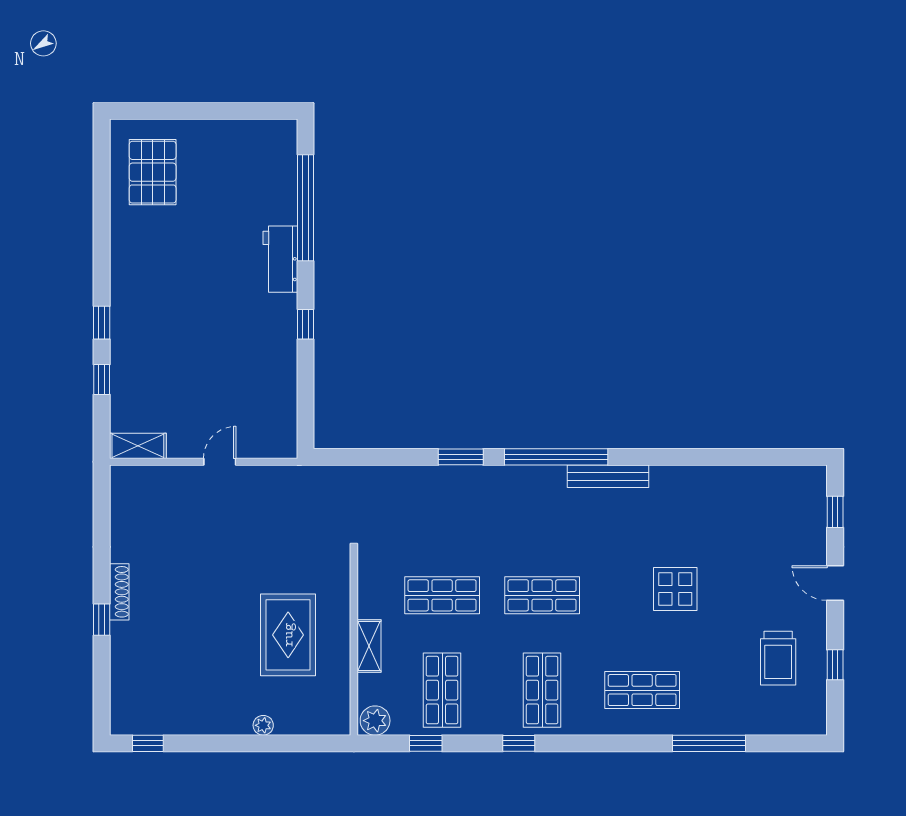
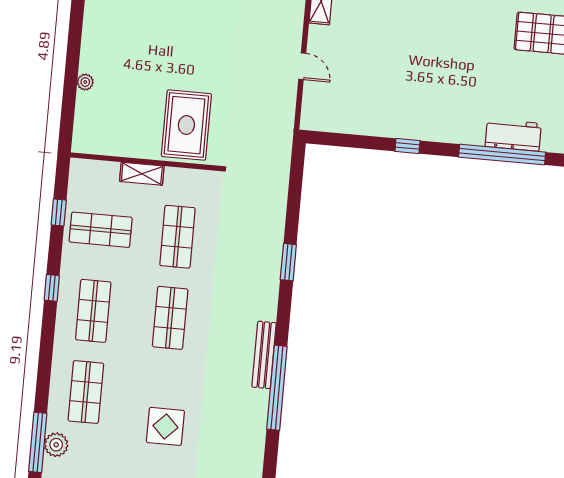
workbench: (280, 259) -> (513, 135), moved
window: (556, 457) -> (277, 388), moved
bench: (608, 476) -> (264, 355), moved
rug: (288, 635) -> (186, 125), moved, turned 90
shop shelf: (542, 690) -> (93, 311), turned 90
plant: (375, 721) -> (56, 445), moved

